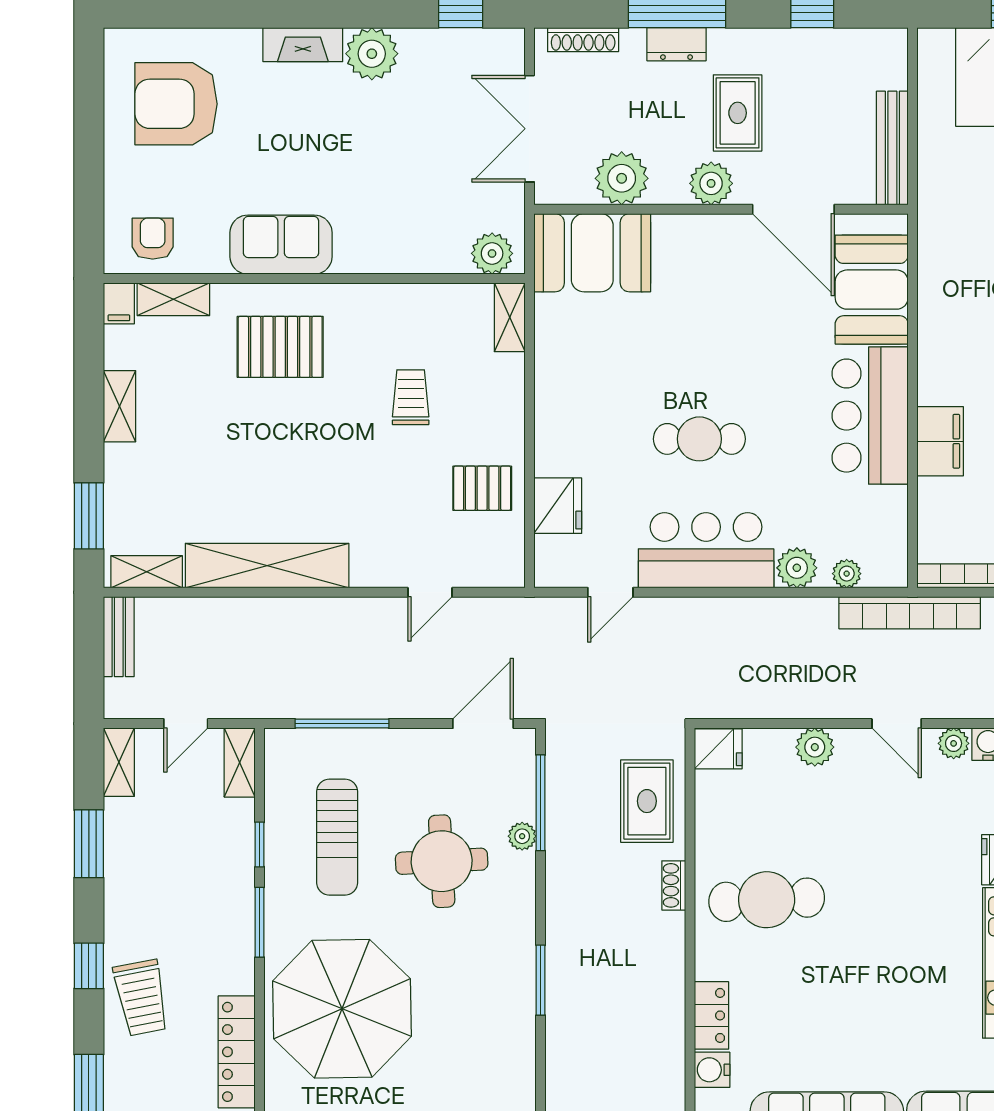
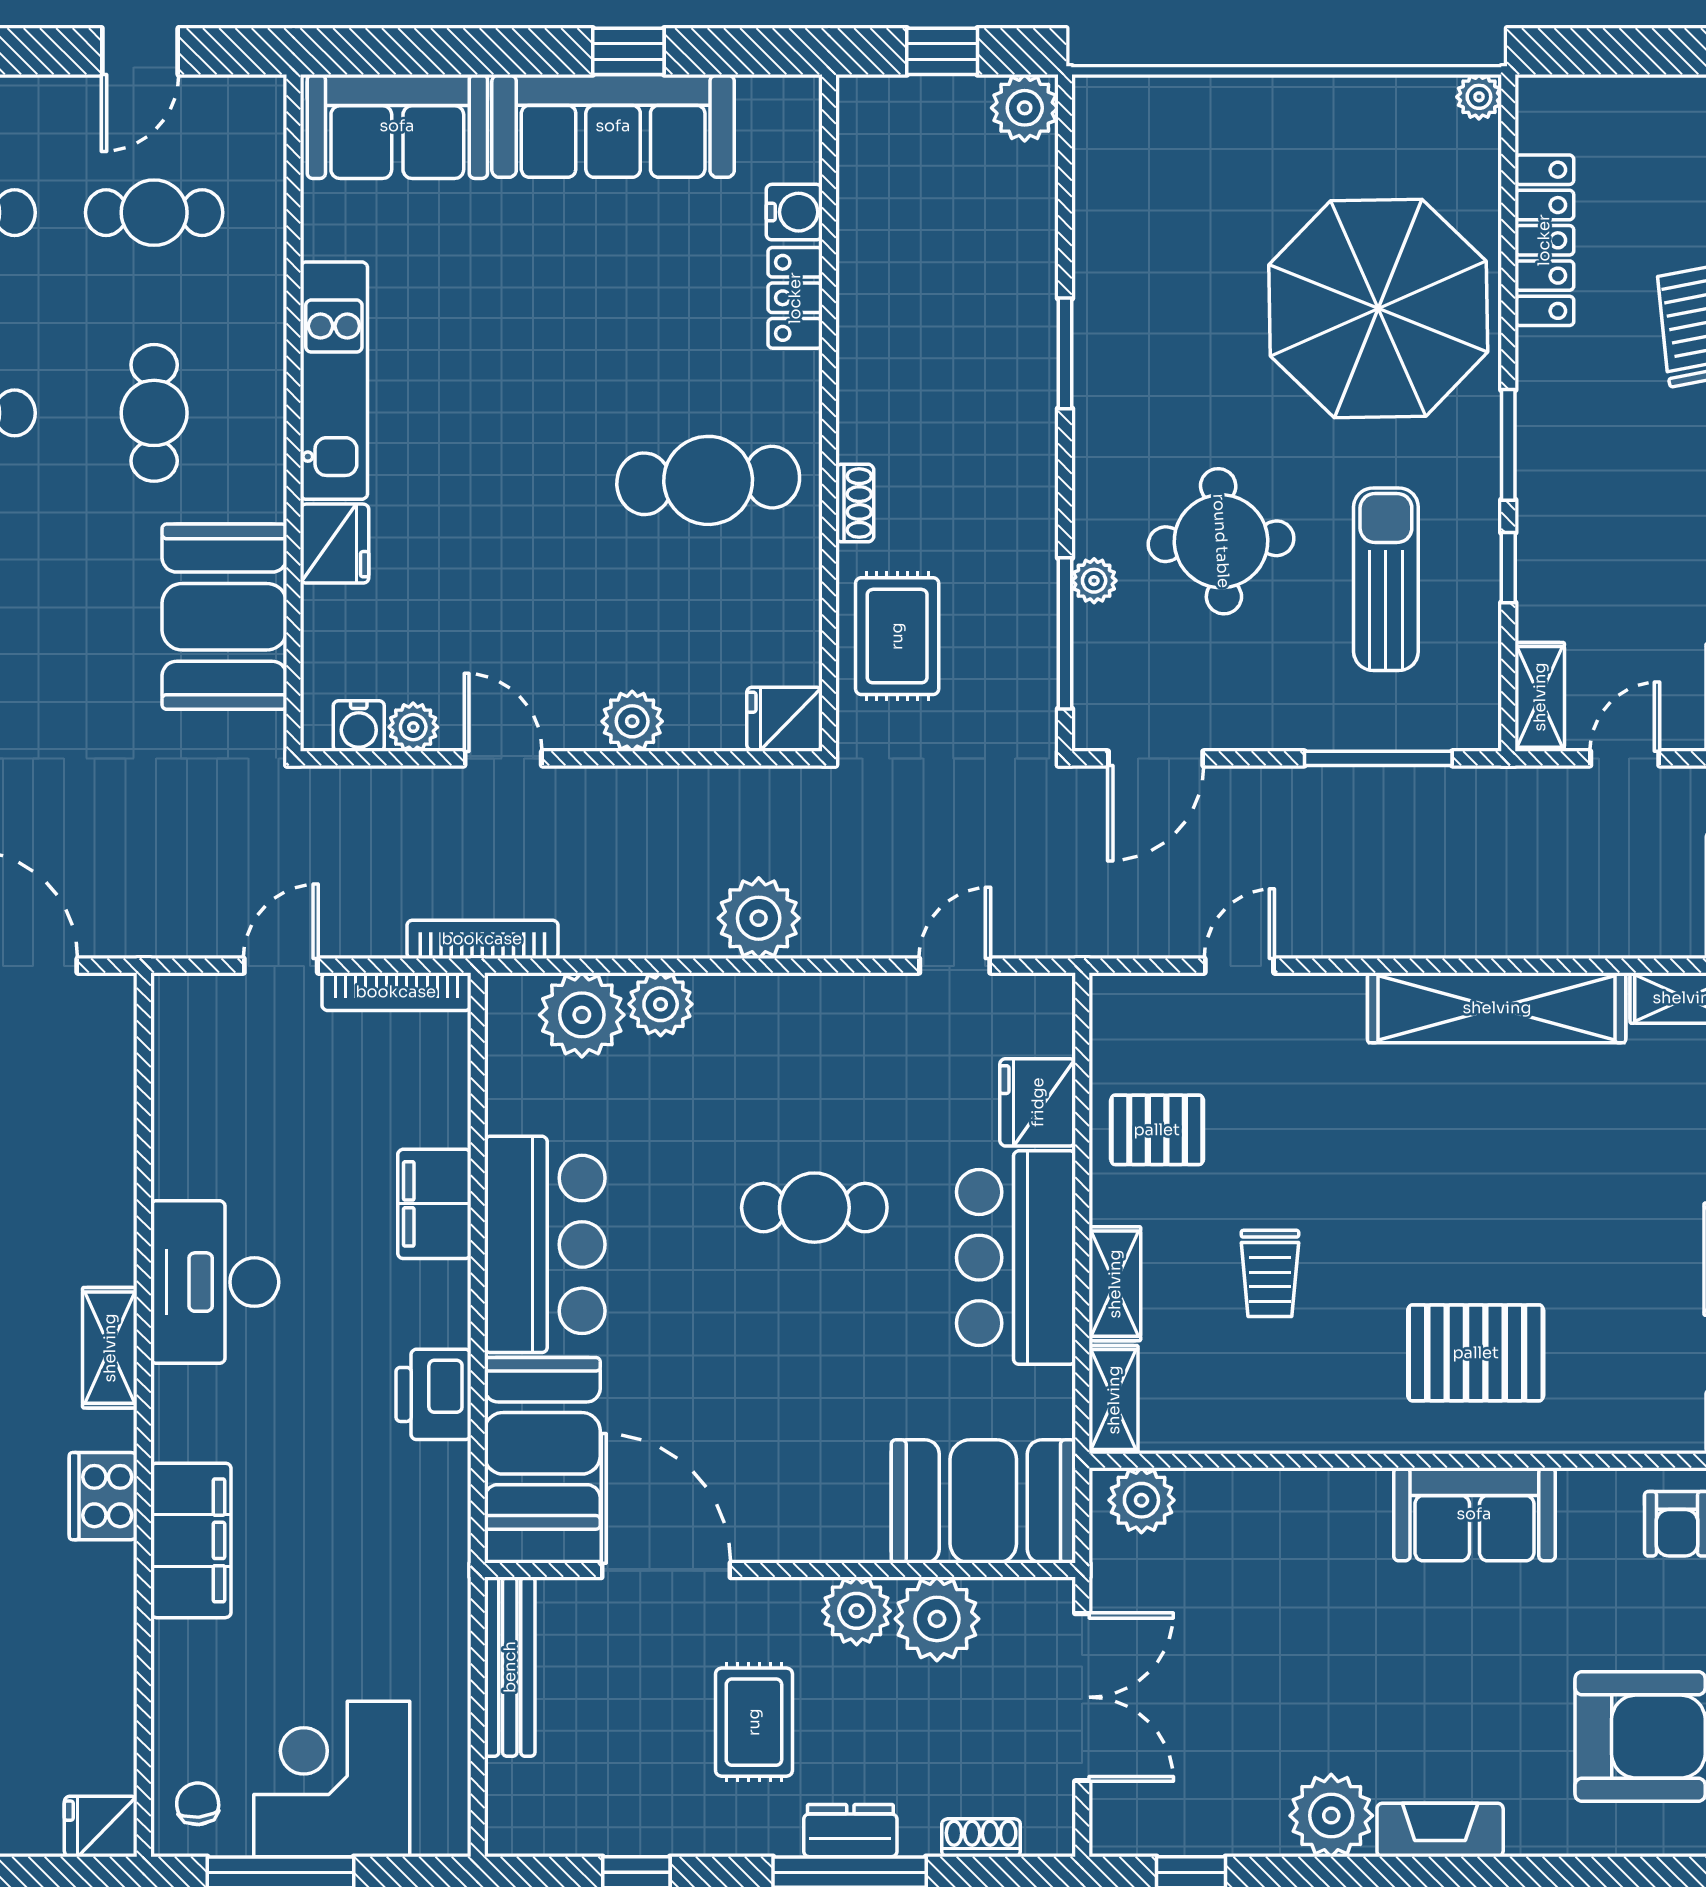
shoe rack: (583, 40) -> (981, 1838), width x0.70
plant: (711, 183) -> (857, 1611), moved
shelving: (173, 299) -> (1115, 1284), moved, turned 90
printer: (941, 321) -> (433, 1394), added
bar counter: (706, 550) -> (1016, 1258), moved, turned 90
plant: (847, 574) -> (582, 1015), width x1.87, depth x1.87
bookcase: (910, 613) -> (482, 939), width x0.68, depth x0.76
plant: (735, 622) -> (759, 918), added

